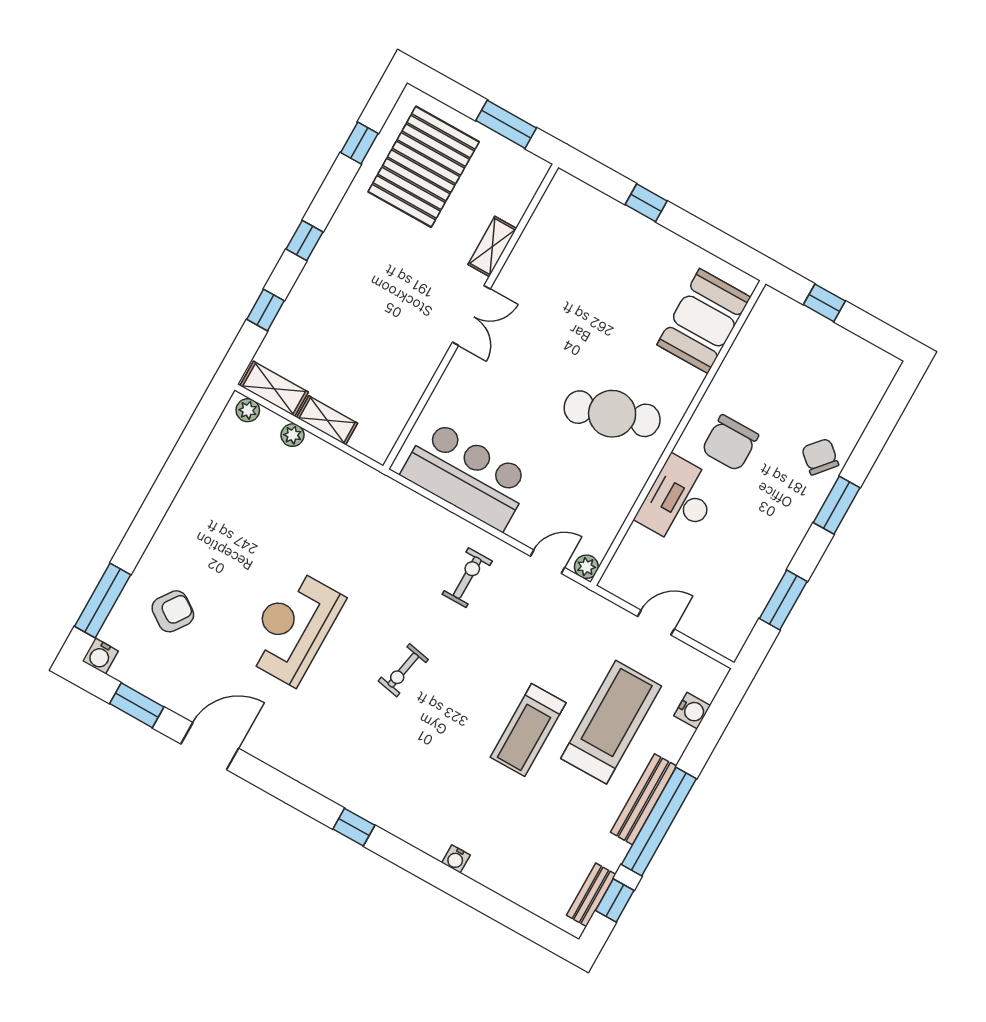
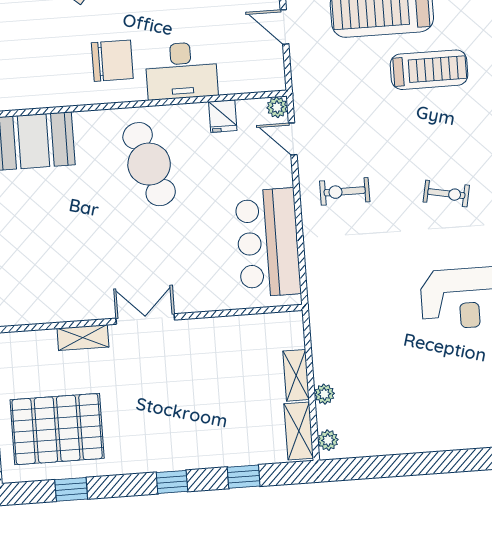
fridge: (611, 511) -> (223, 116), added

